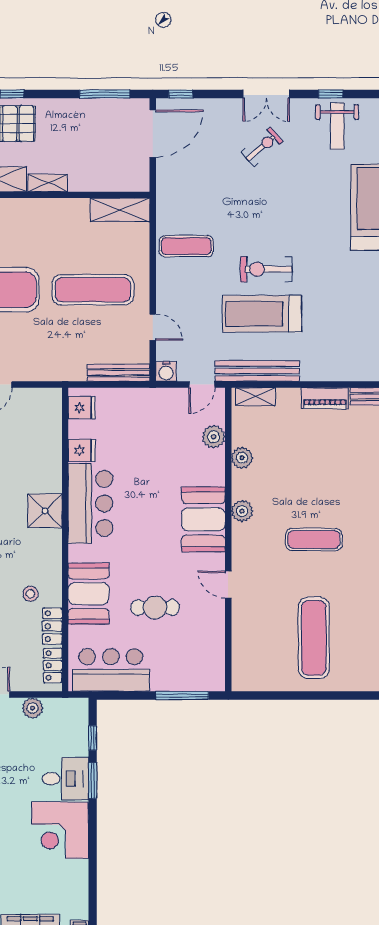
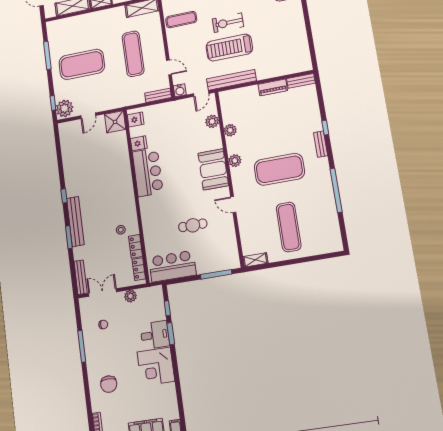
exercise mat: (93, 290) -> (133, 54), turned 90
bench: (119, 373) -> (158, 95), width x0.73
shelving: (255, 397) -> (255, 260), moved
shower: (45, 511) -> (115, 122), moved
exercise mat: (314, 540) -> (279, 169), width x2.00, depth x1.45
booth: (89, 594) -> (154, 224), removed

